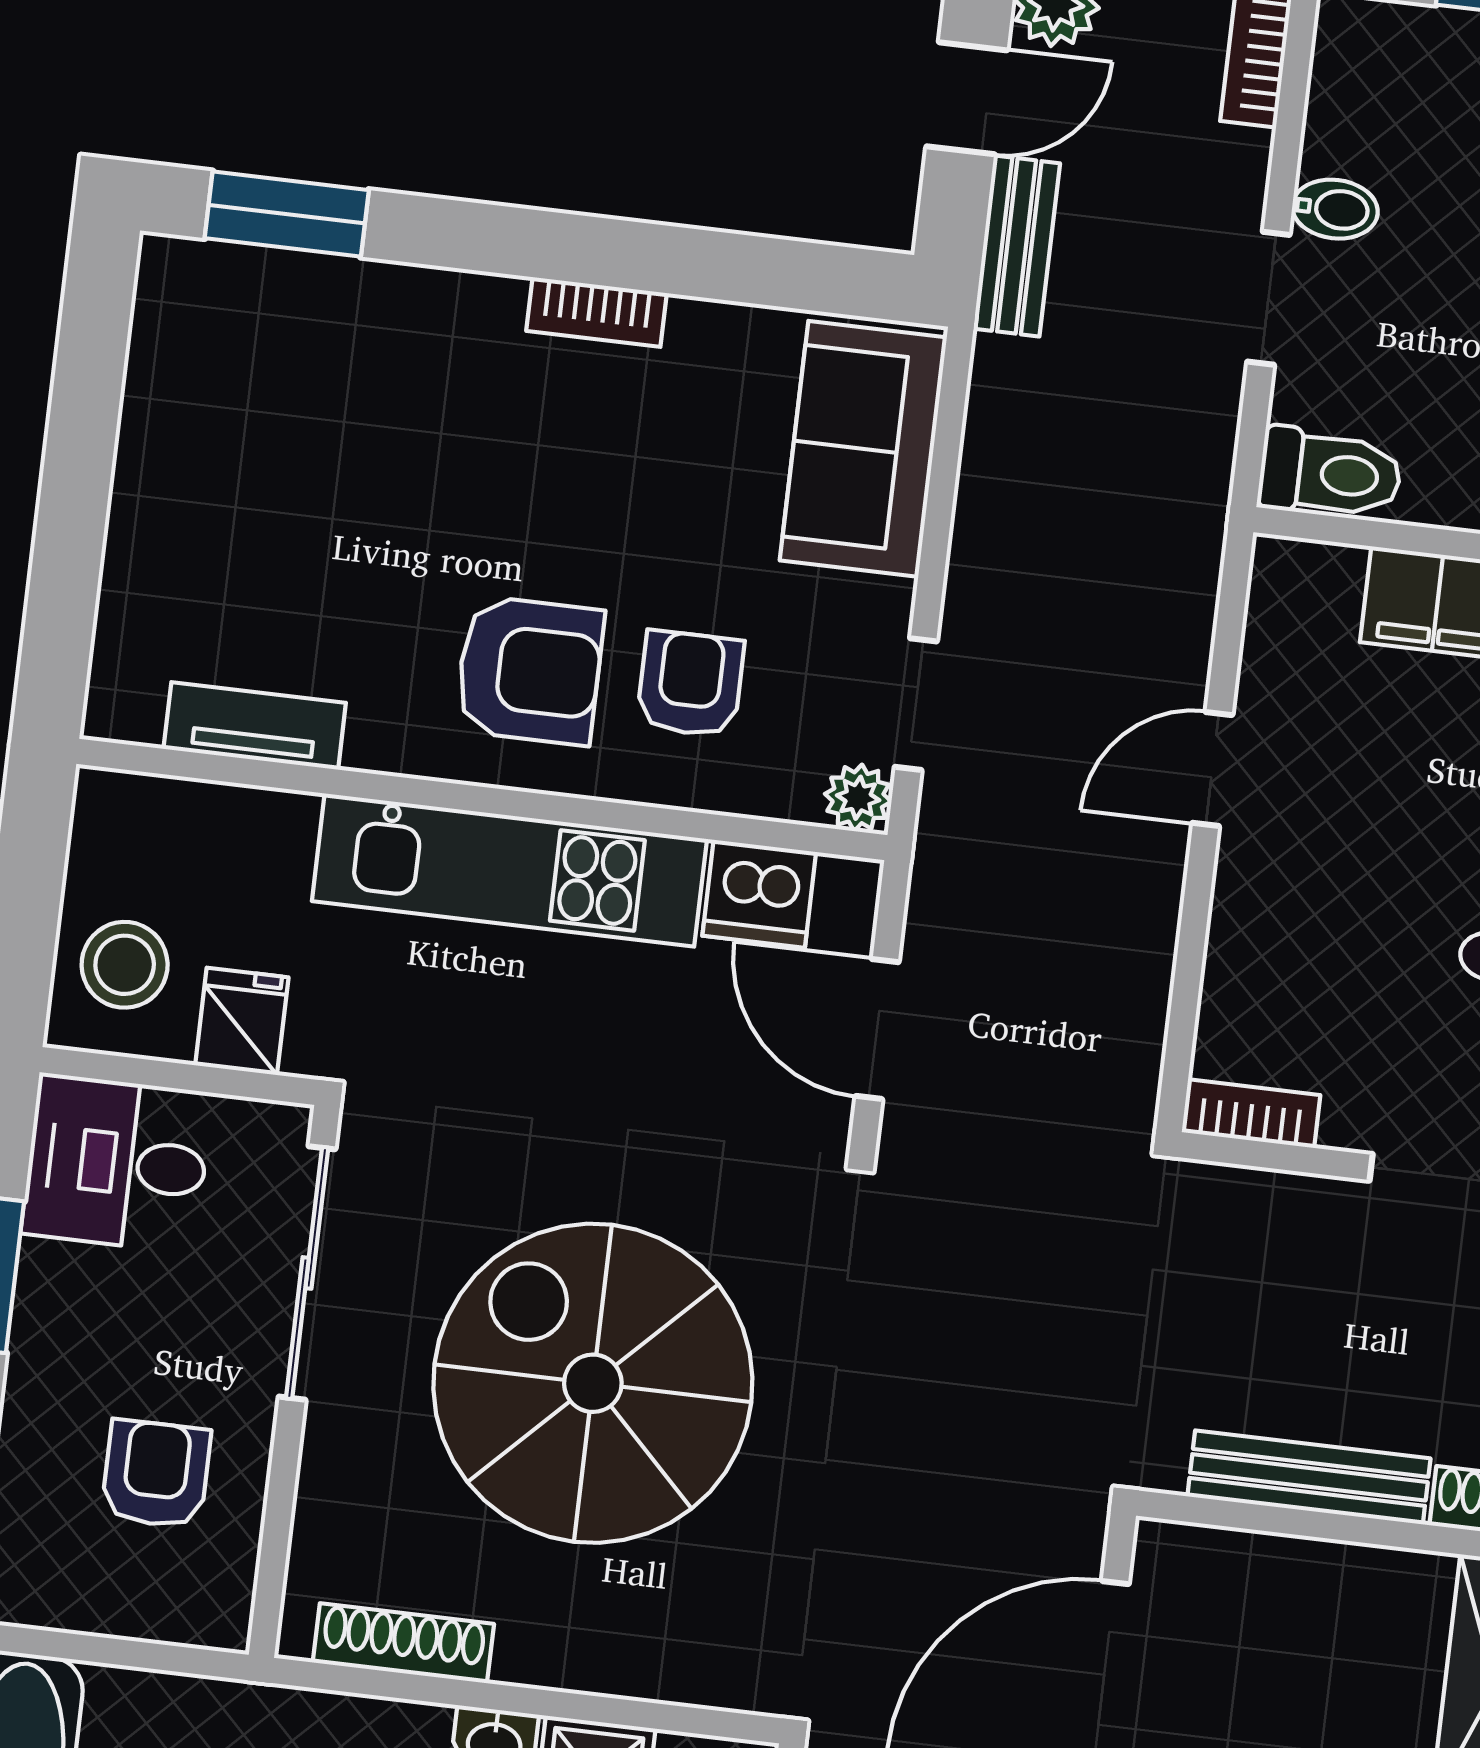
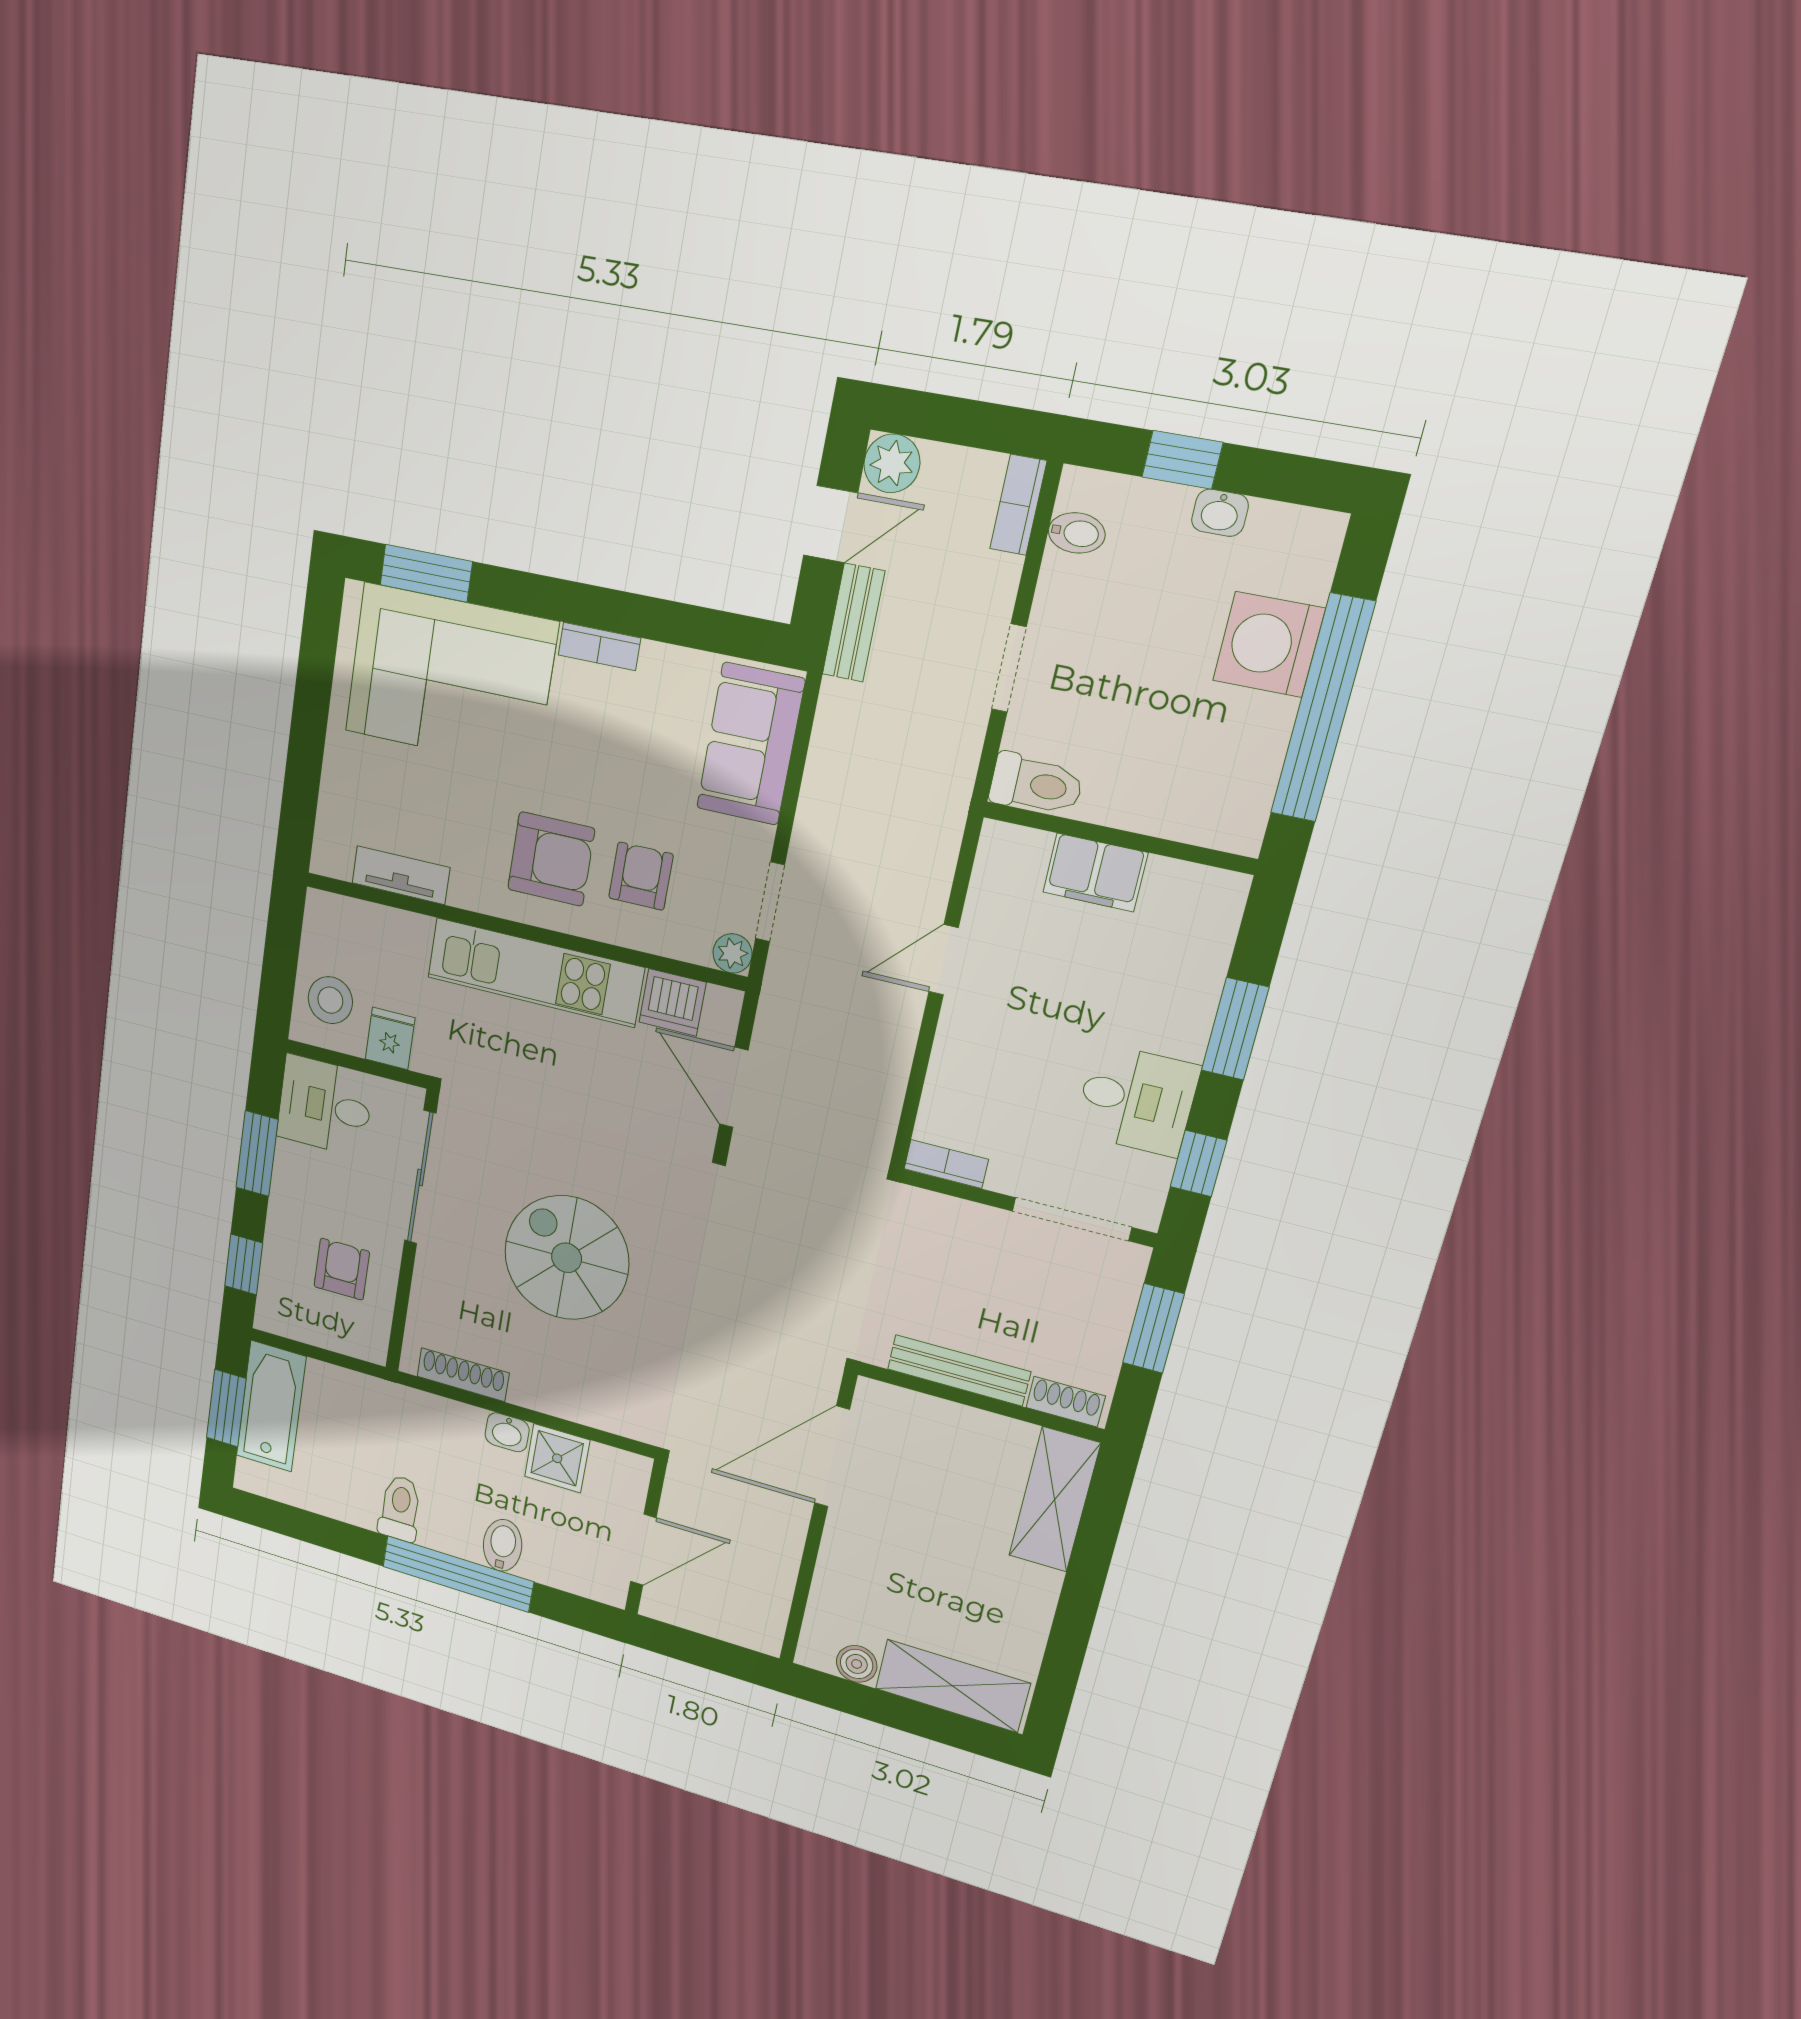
bidet: (1335, 209) -> (1077, 533), moved
corner sofa: (336, 380) -> (450, 677), added
spiral stairs: (593, 1383) -> (567, 1258), width x0.73, depth x0.73

